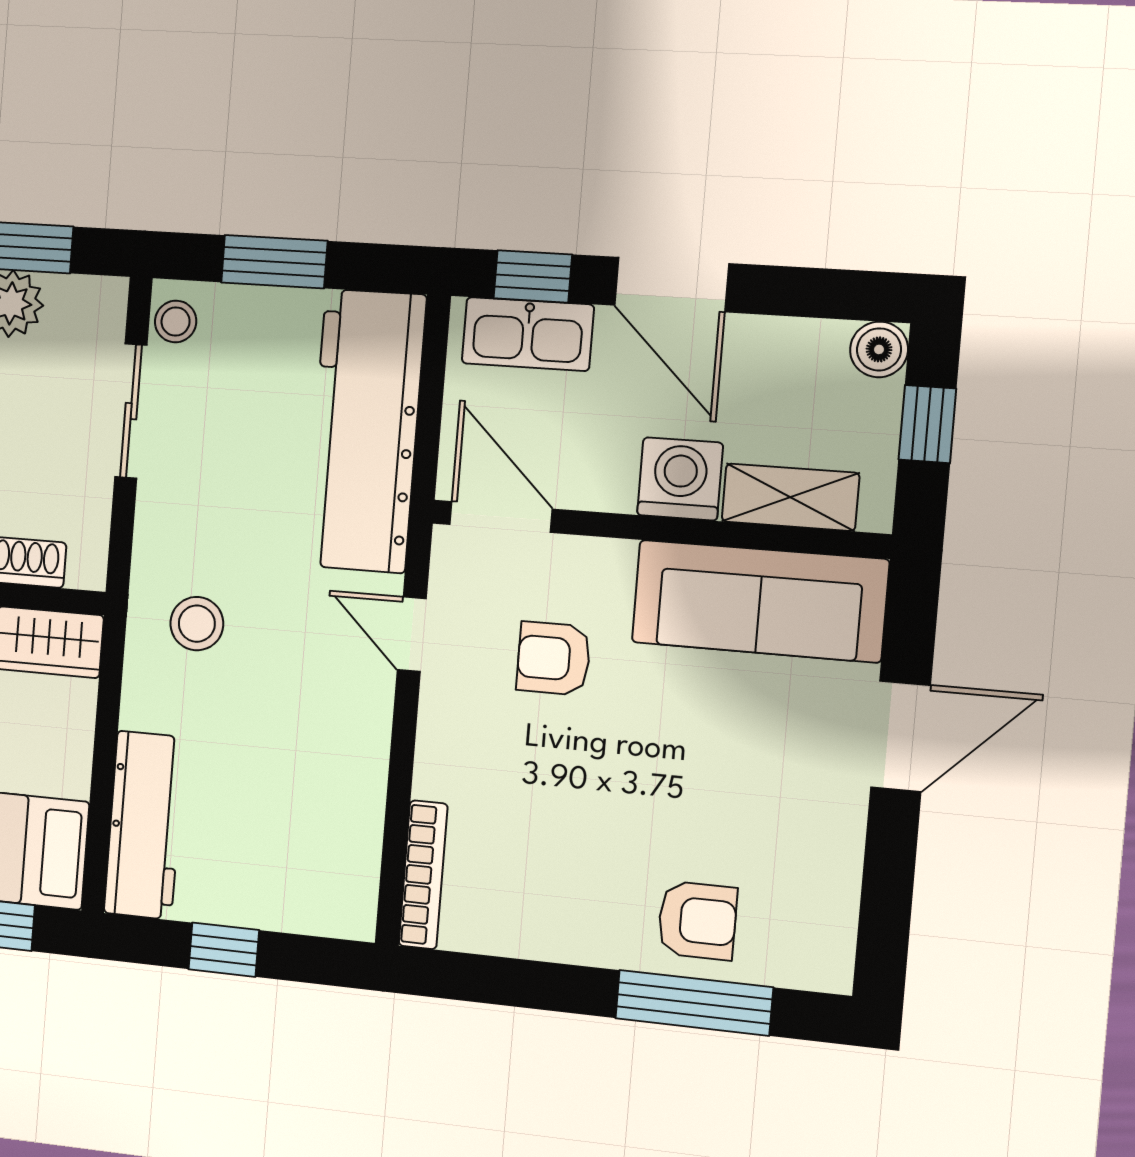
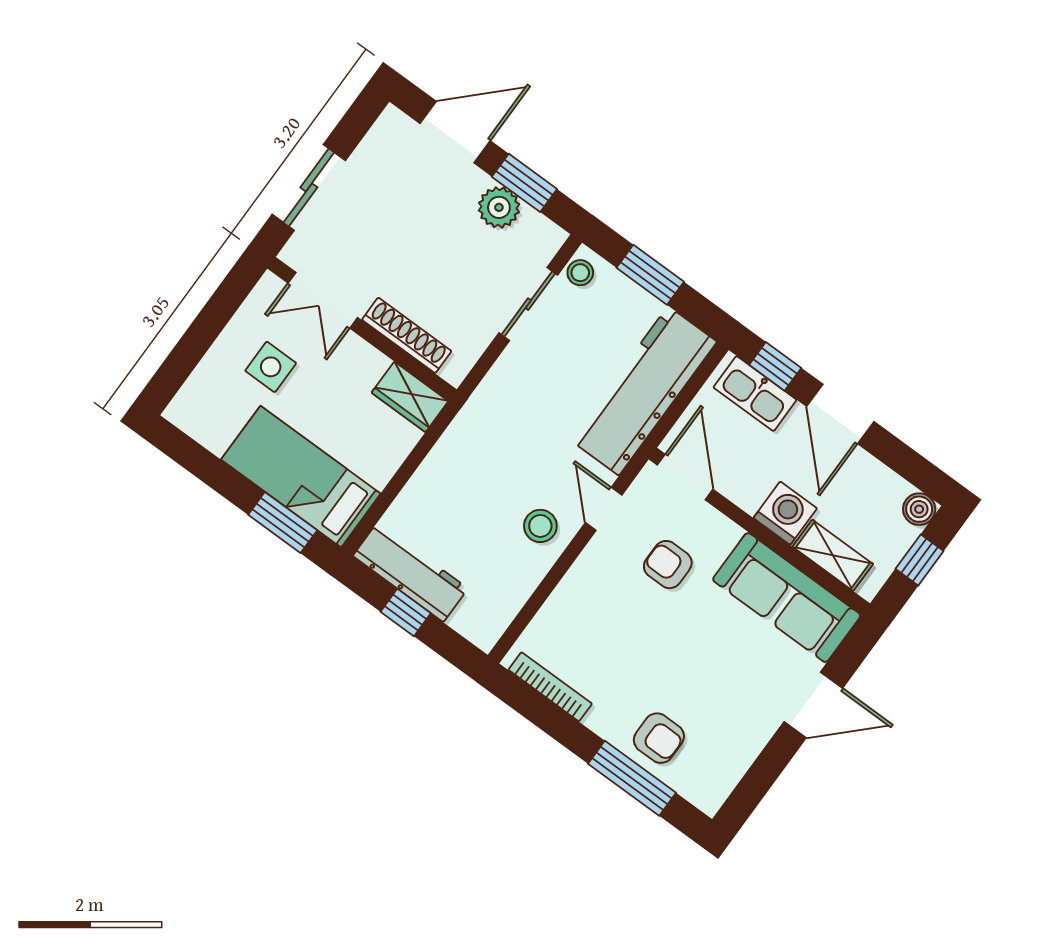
stool: (197, 624) -> (540, 526), moved
workbench: (144, 825) -> (410, 572), moved, turned -90
bookcase: (423, 875) -> (550, 687), moved, turned -90

